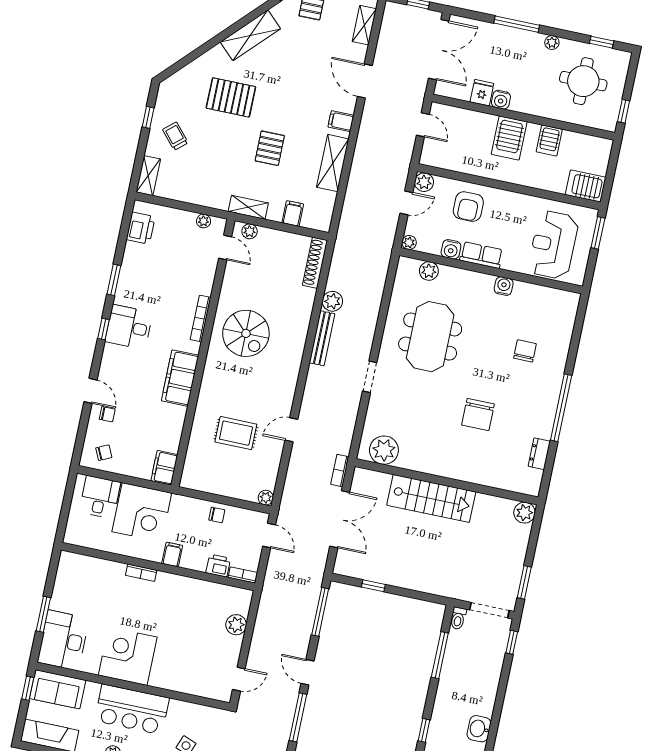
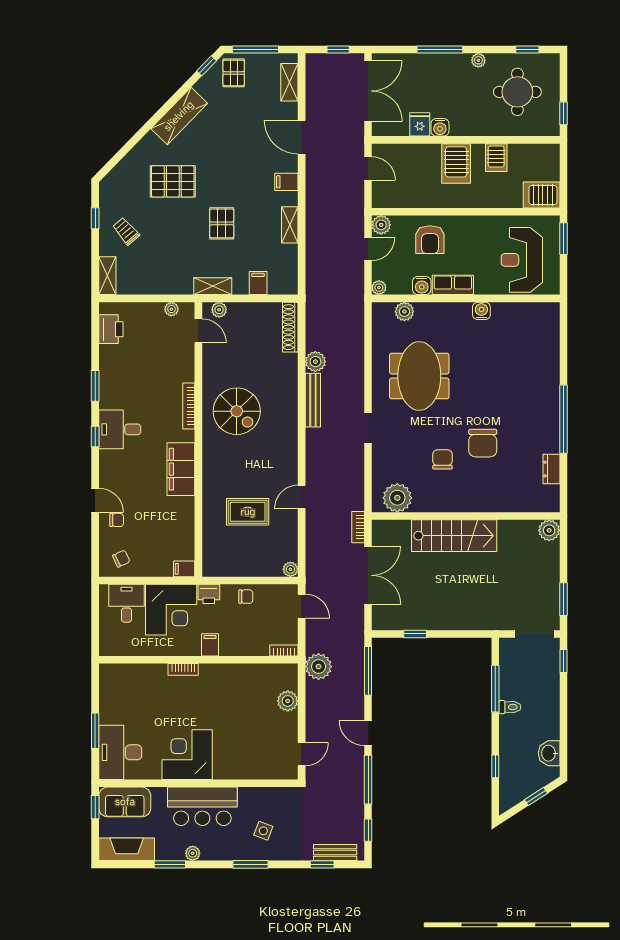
shelving: (333, 163) -> (290, 225), width x0.67, depth x0.75
chair: (525, 351) -> (442, 459), moved
filing cabinet: (164, 468) -> (184, 569), width x0.50
printer: (218, 566) -> (209, 594), moved, turned 180
plant: (273, 598) -> (319, 667), added
toilet: (458, 618) -> (510, 707), moved, turned -90

